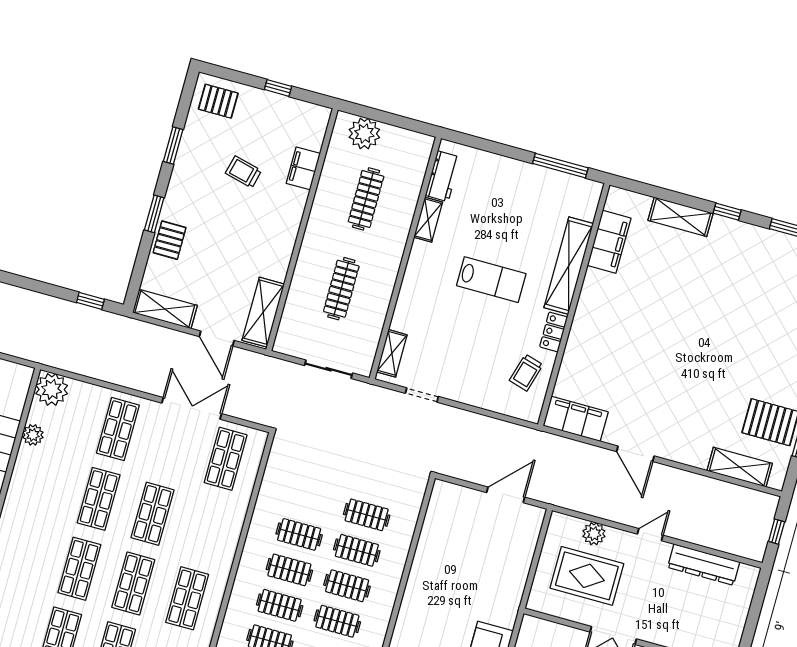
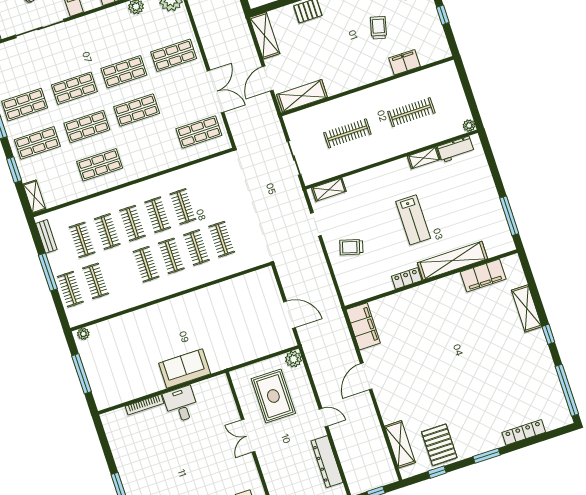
plant: (364, 133) -> (469, 126), moved, width x0.53, depth x0.53
trolley: (526, 373) -> (351, 247), moved
plant: (594, 534) -> (294, 359), moved

